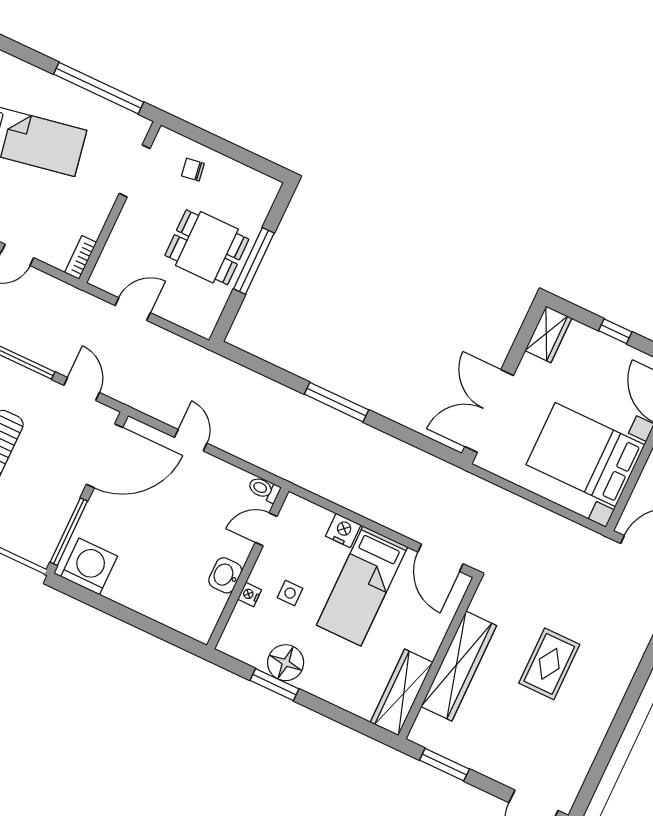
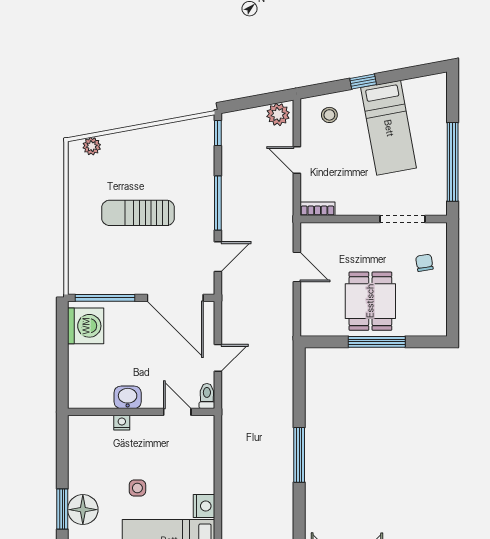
toilet: (264, 489) -> (207, 396), moved
door: (266, 529) -> (177, 412), moved
wall: (248, 568) -> (141, 412), moved
washbasin: (225, 575) -> (128, 397), moved
nightstand: (250, 594) -> (122, 423), moved

